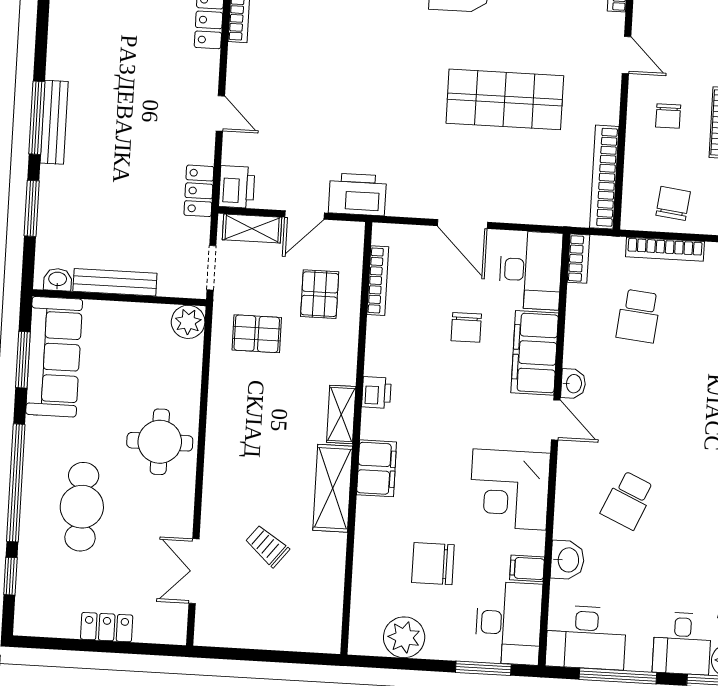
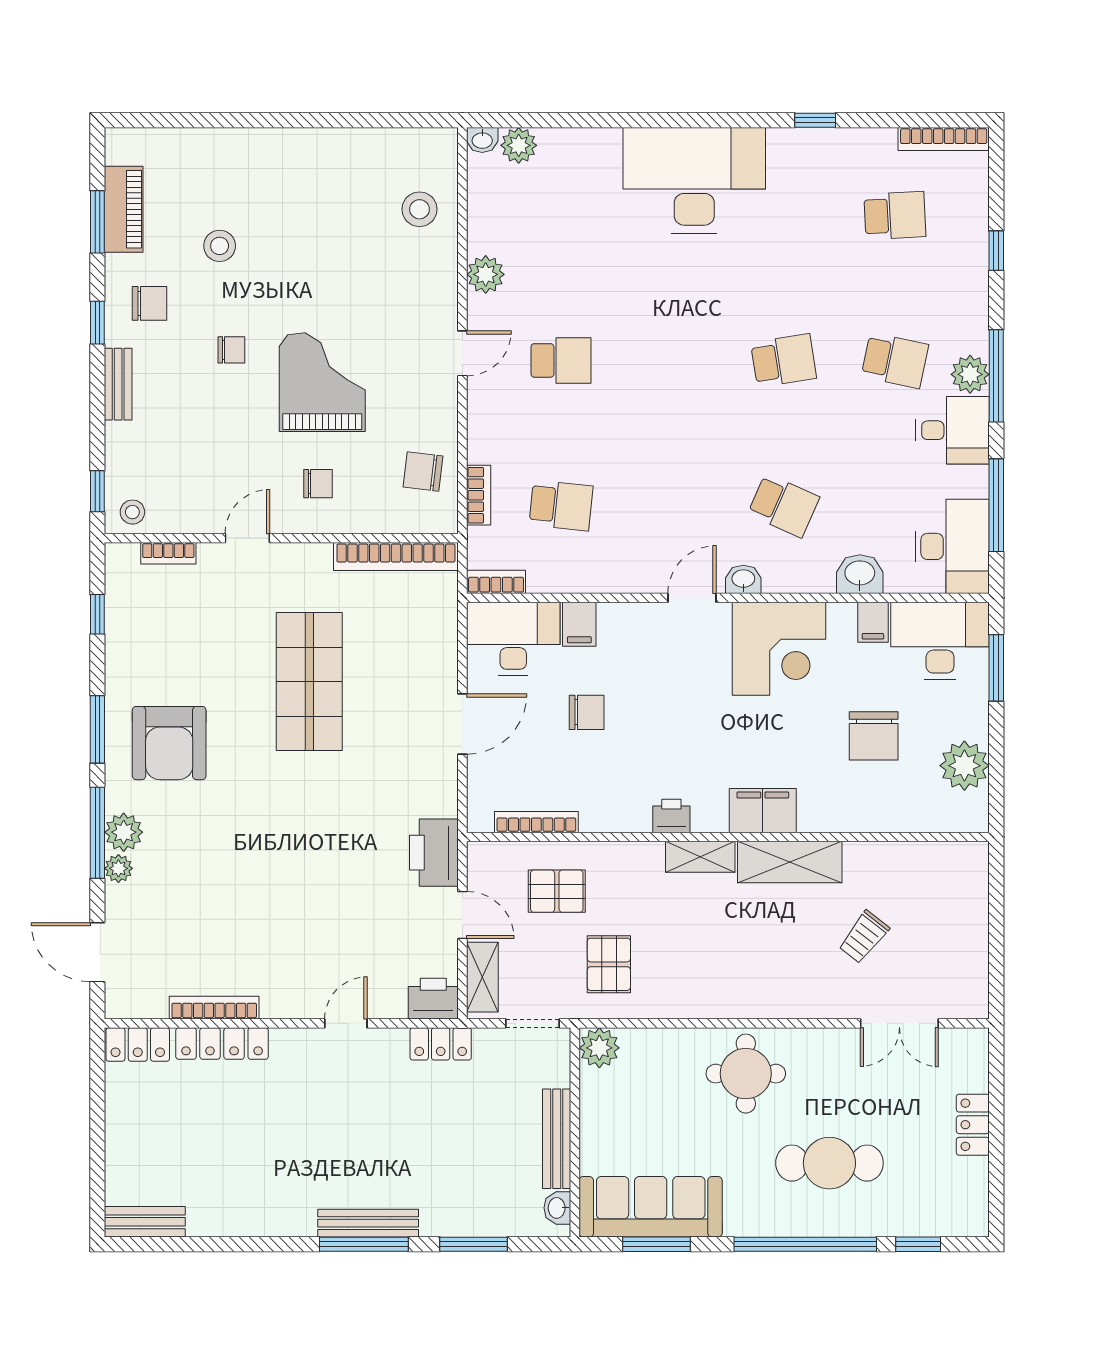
bookcase: (665, 249) -> (479, 495), width x0.64
filing cabinet: (535, 353) -> (579, 624), width x0.33, depth x0.86
washbasin: (573, 384) -> (743, 579), moved

